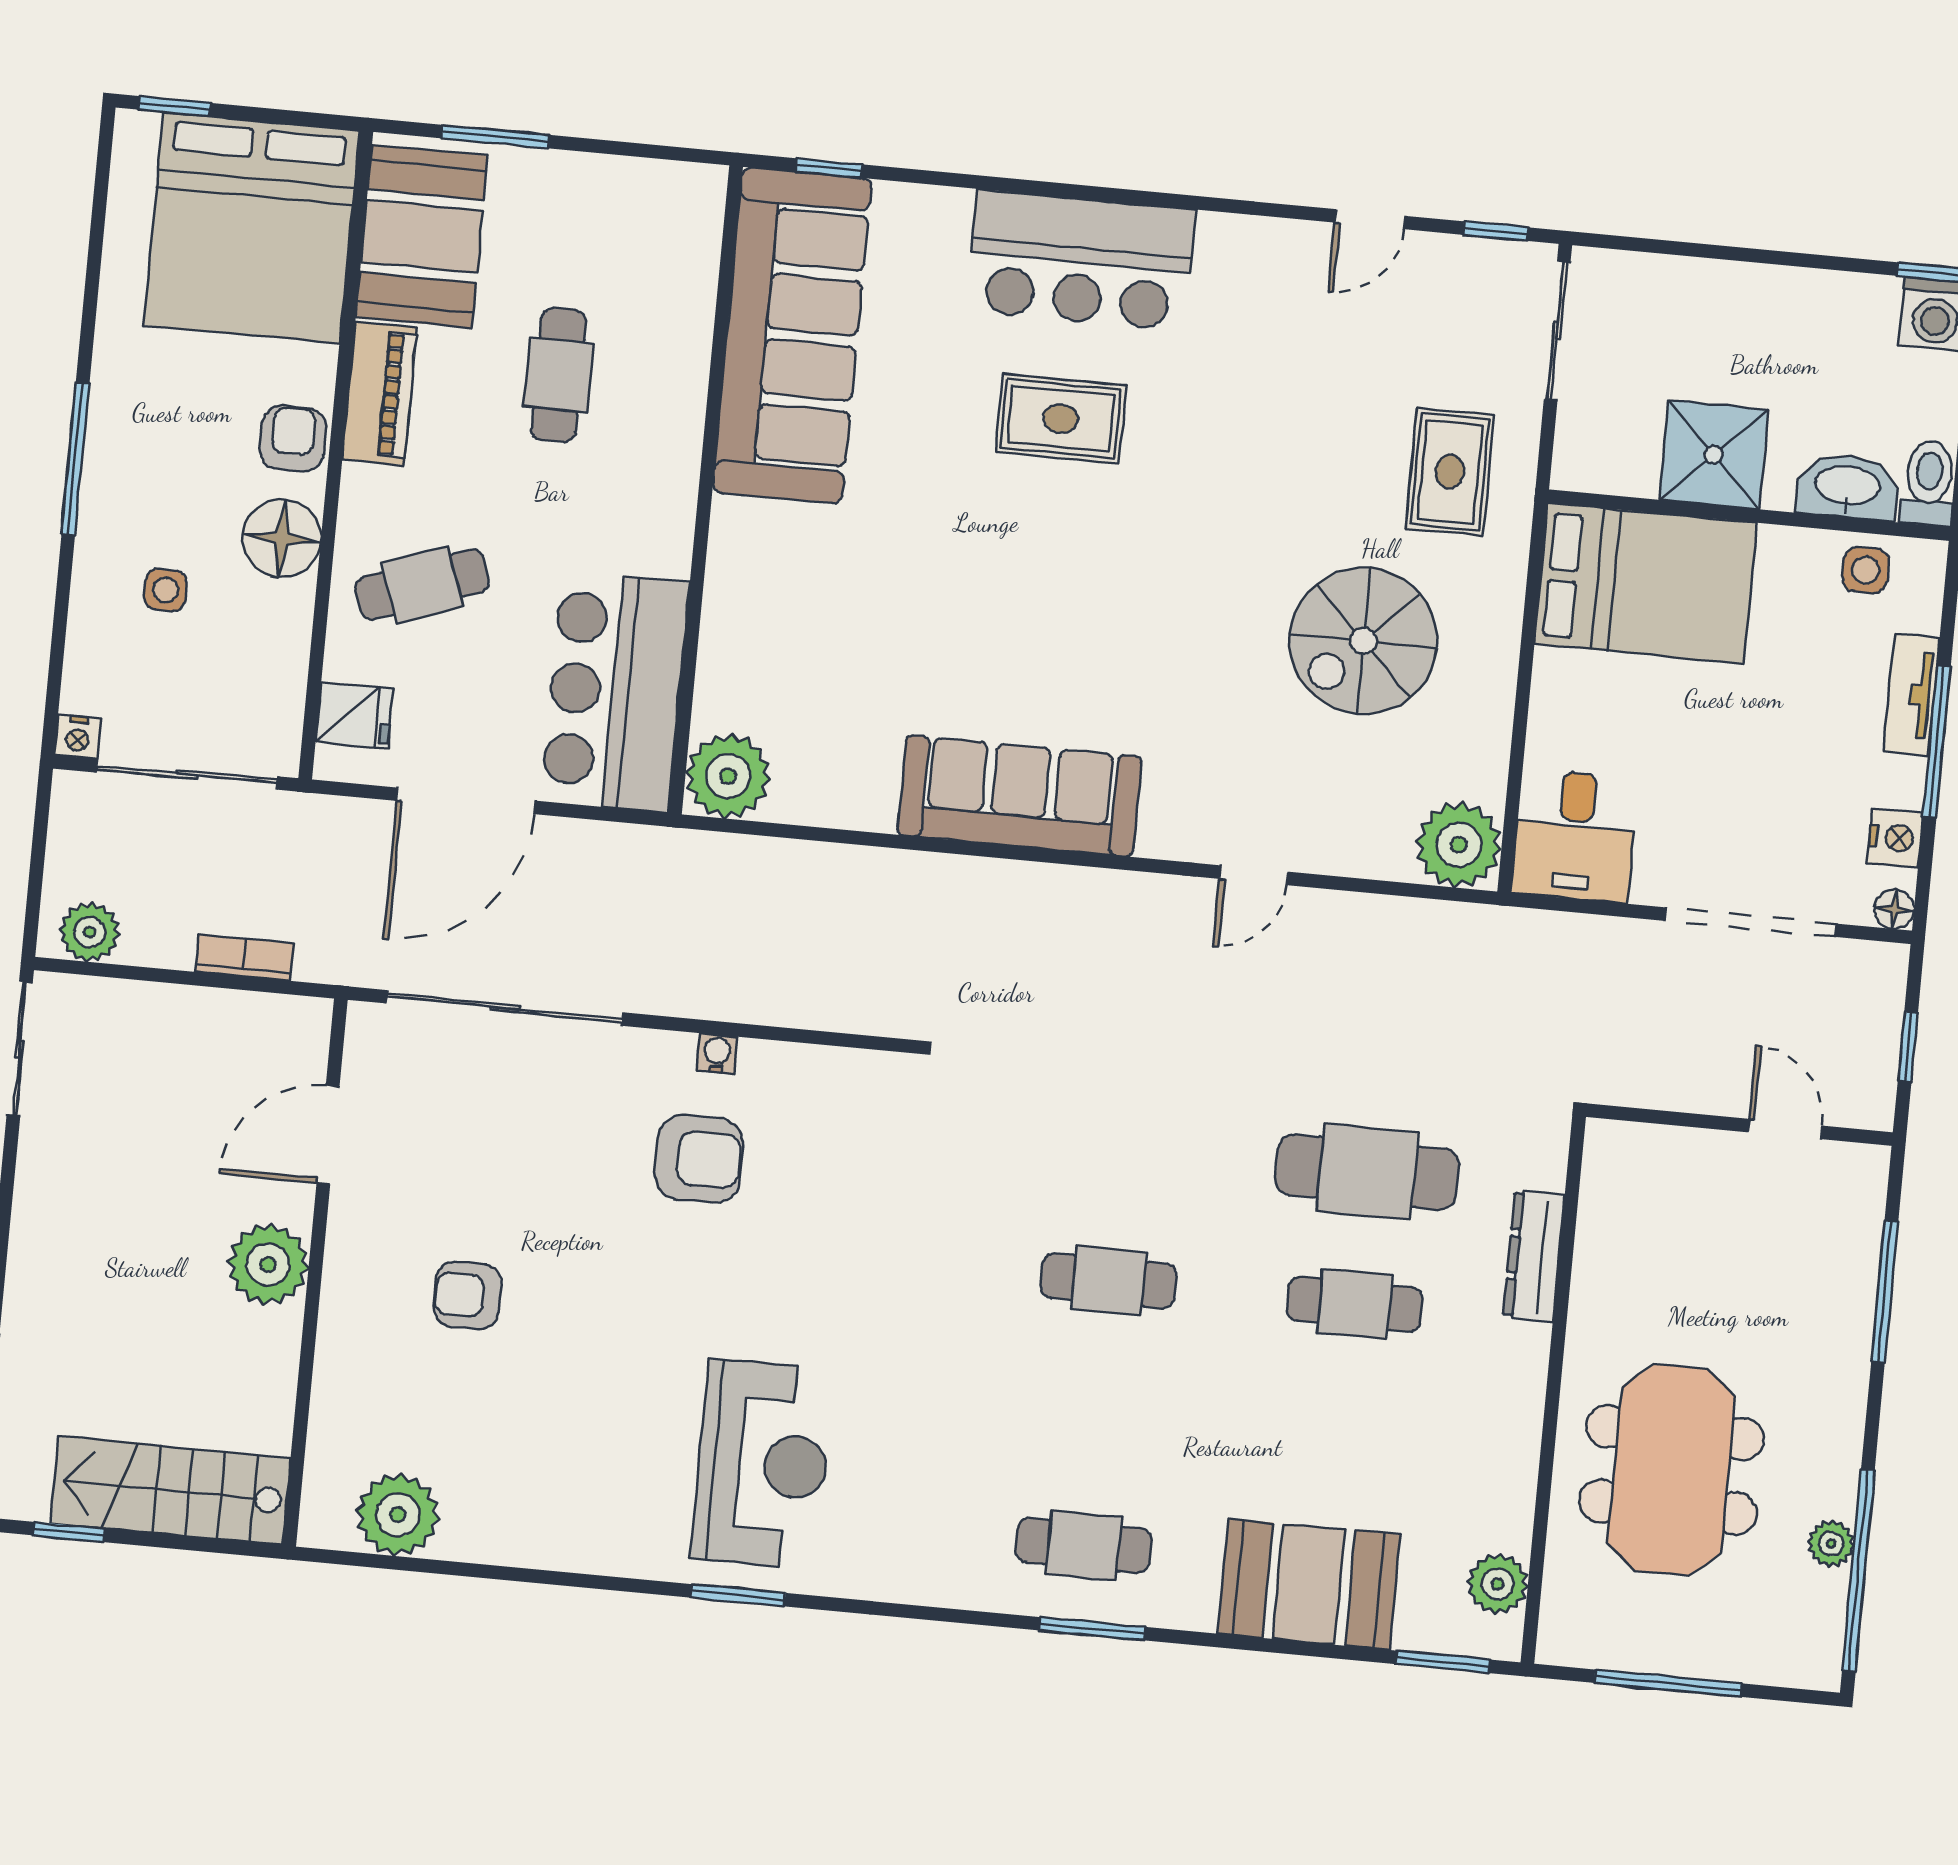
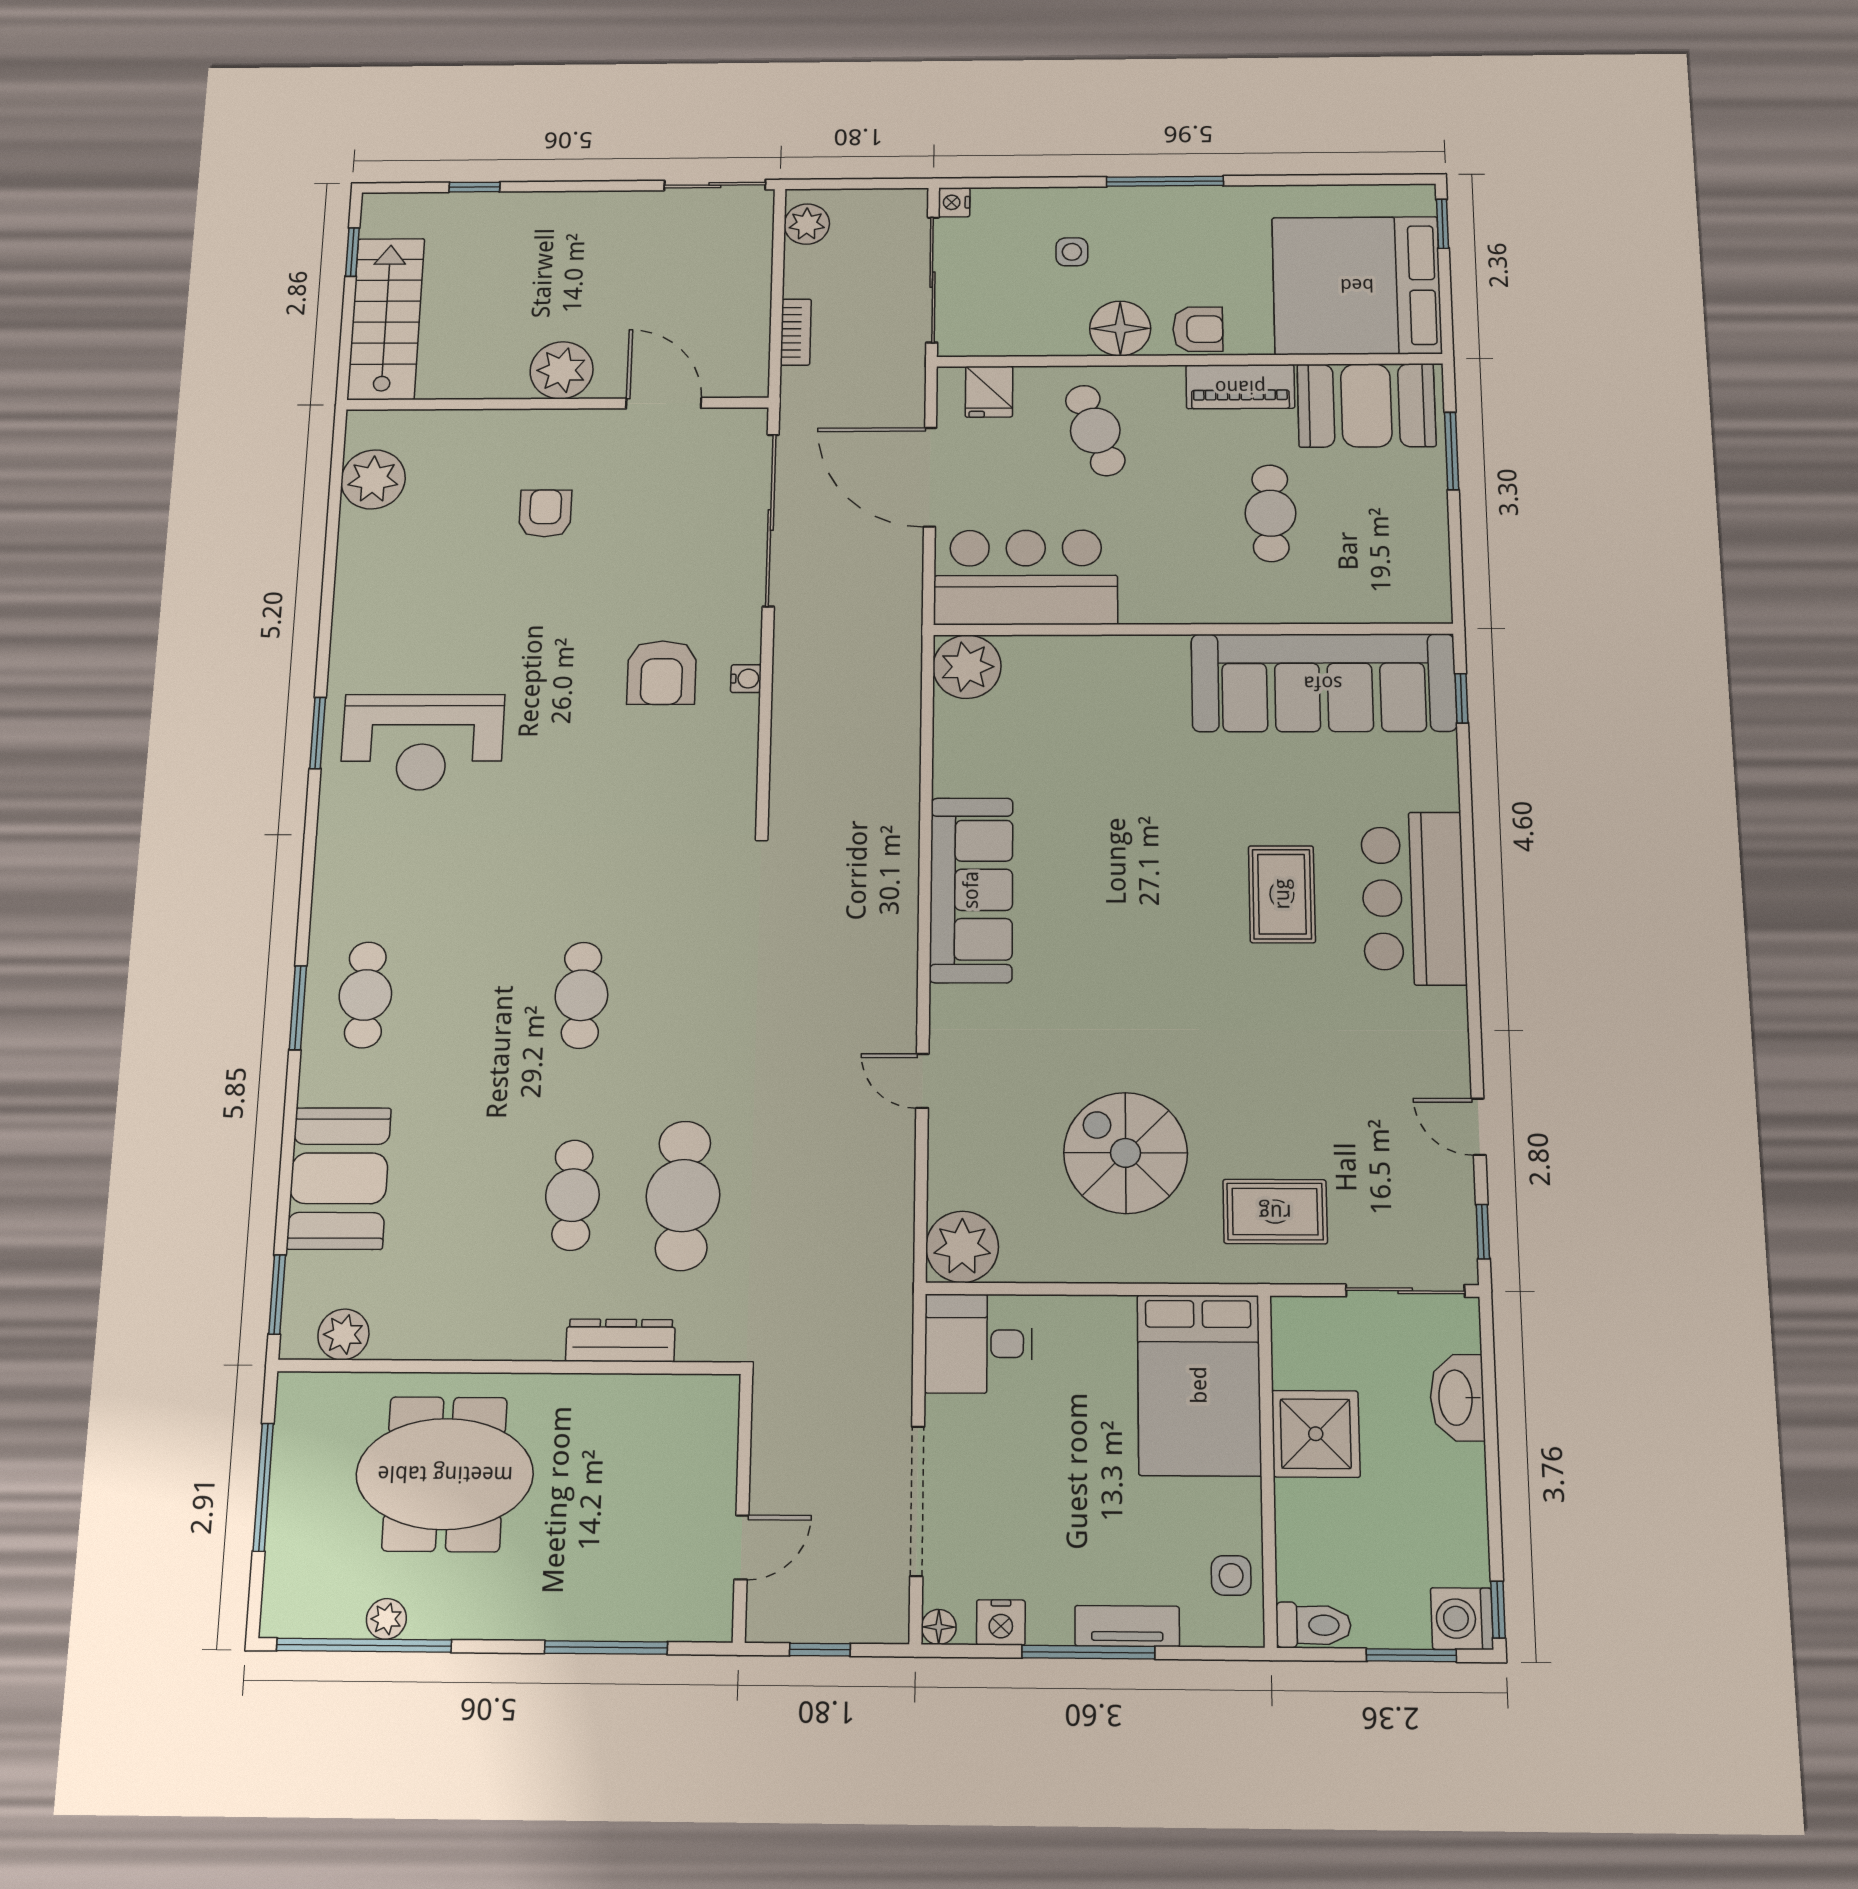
cafe table: (558, 375) -> (1270, 513), turned 90
washbasin: (1847, 487) -> (1457, 1398), moved, turned 180

